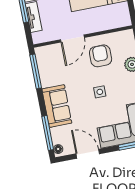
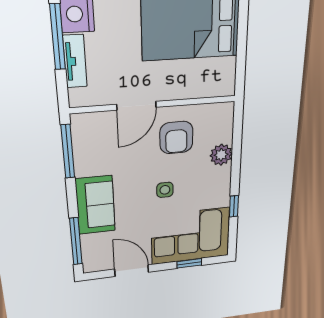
armchair: (101, 56) -> (176, 138), turned 180
floor lamp: (58, 149) -> (89, 263), removed

